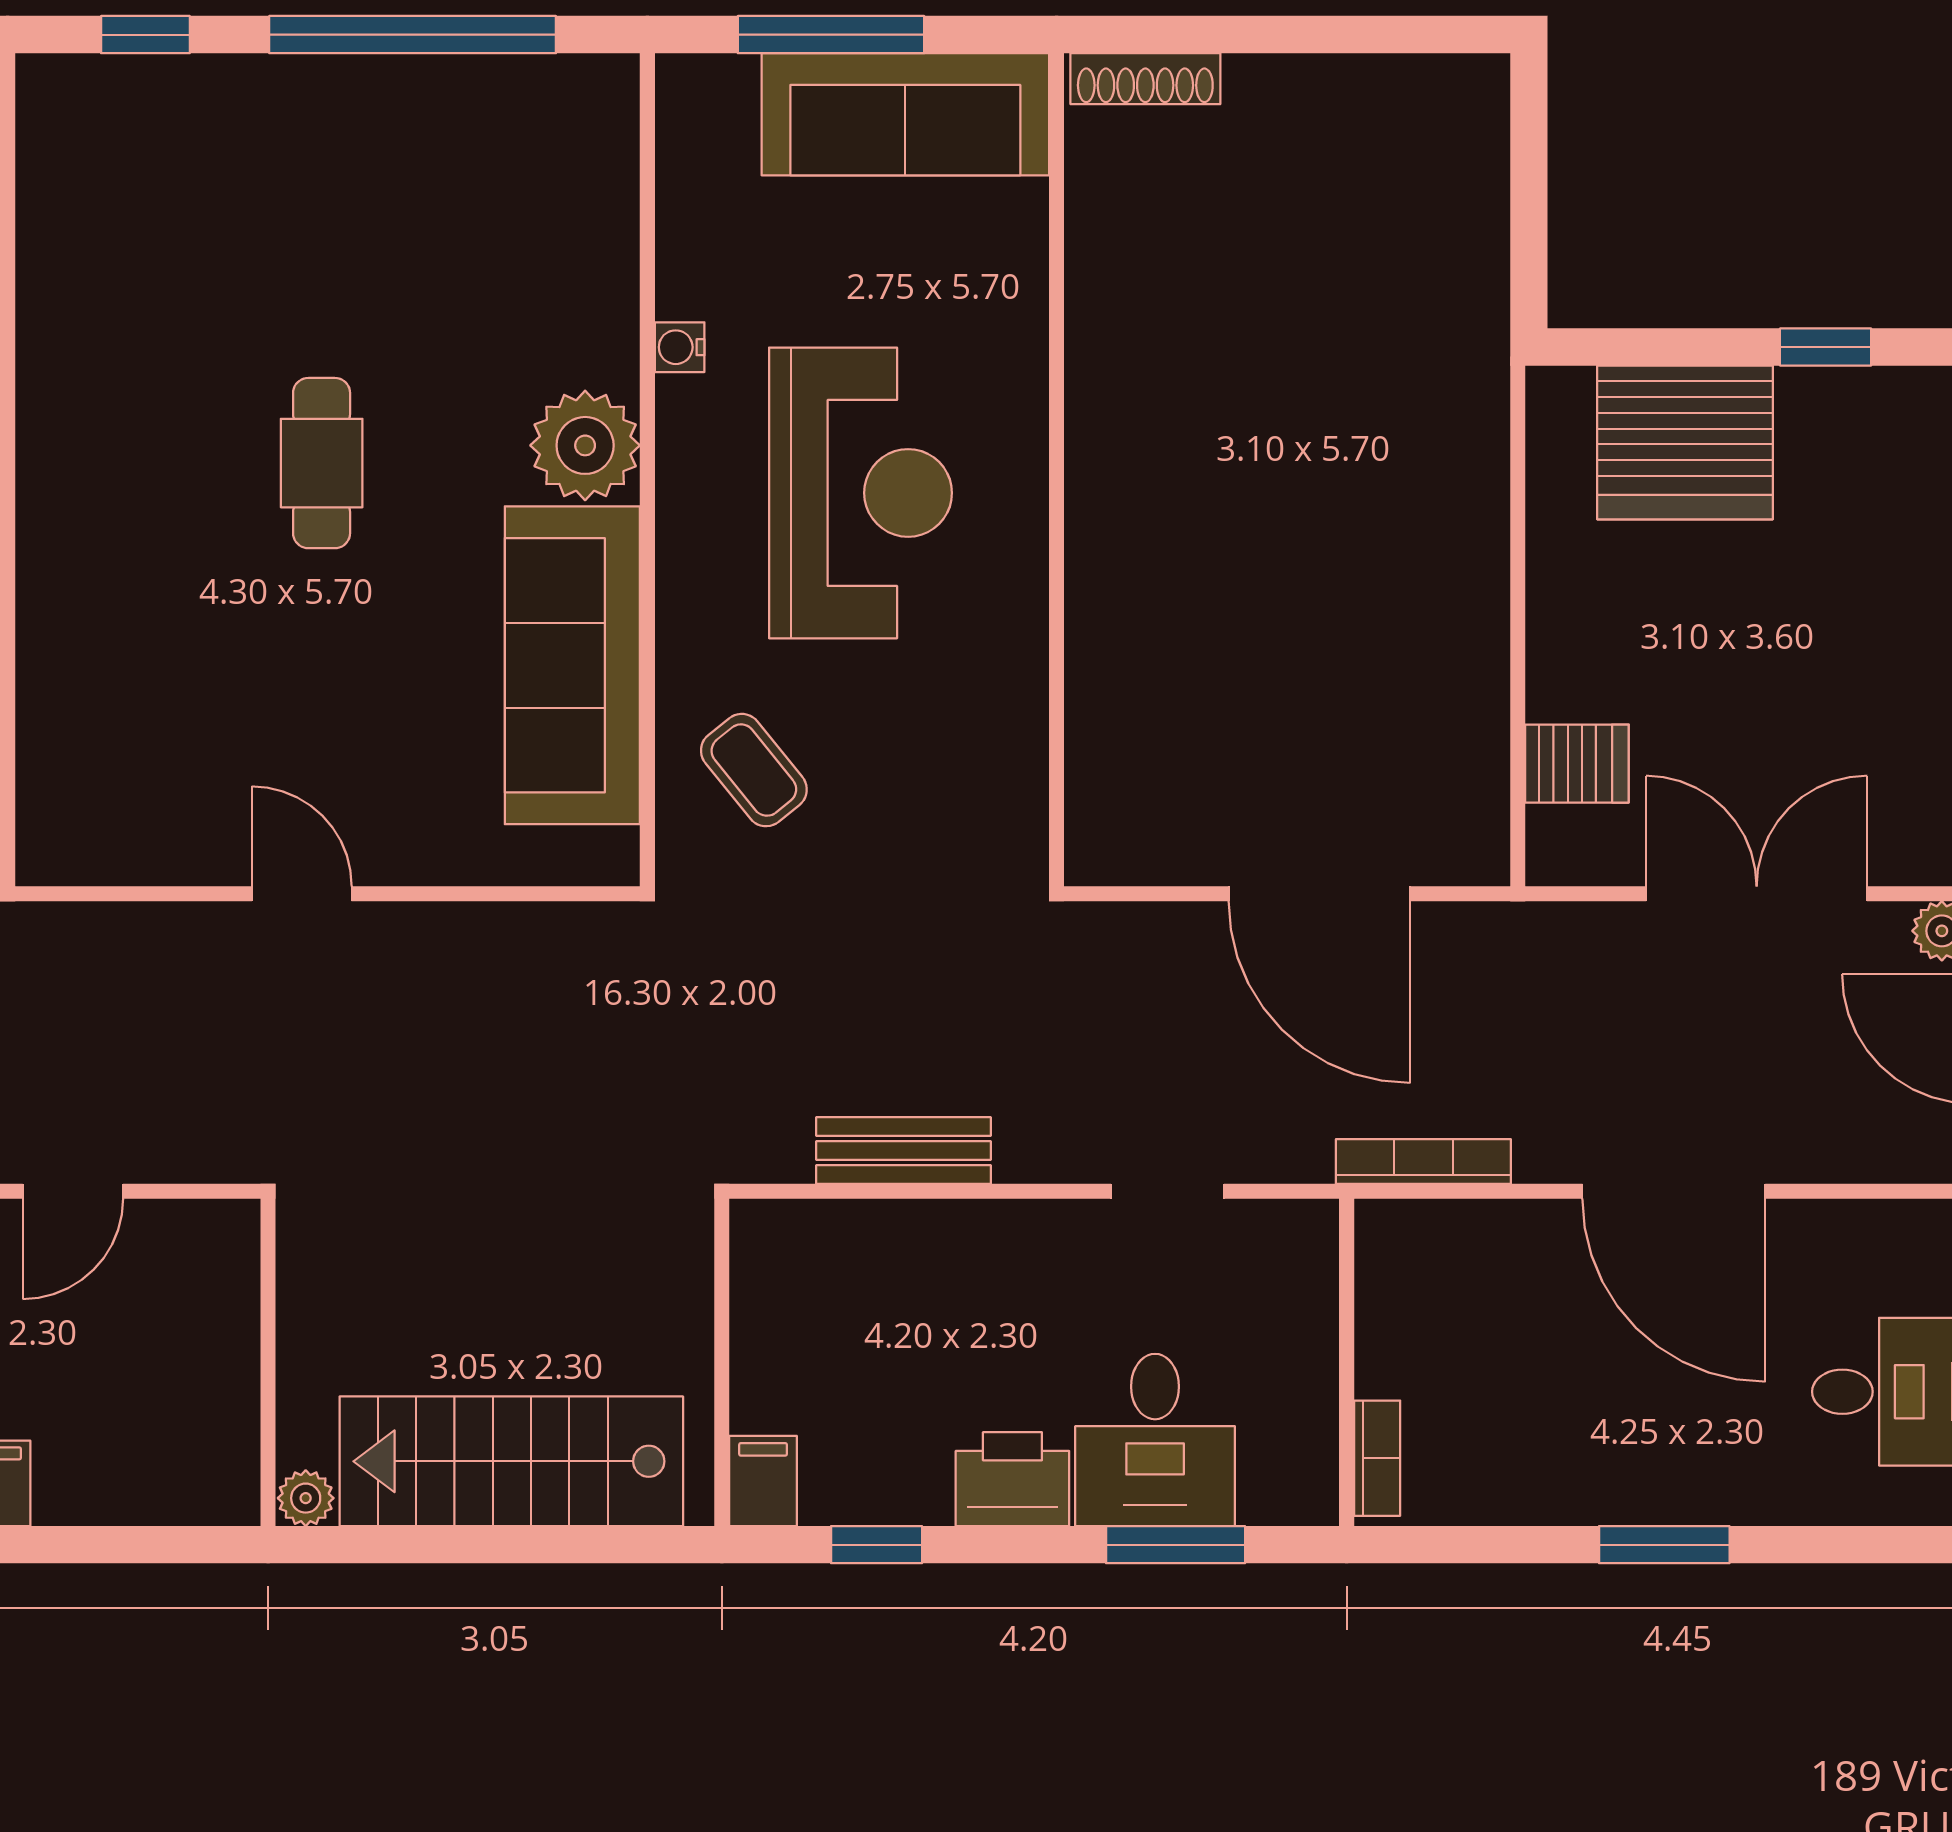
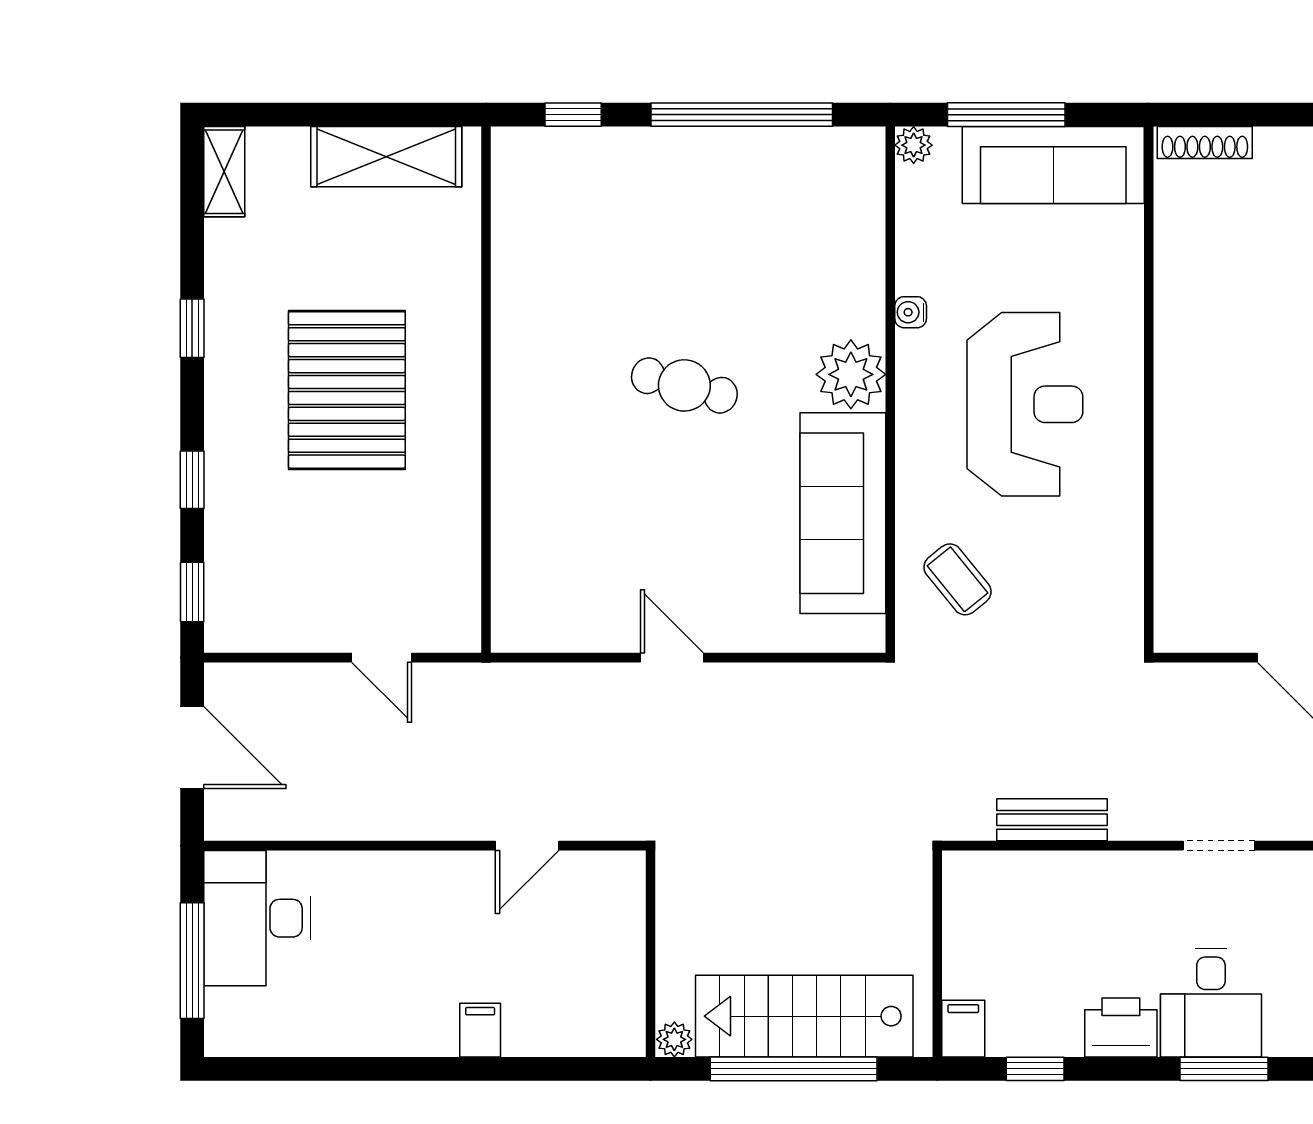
plant: (684, 83) -> (914, 145), added
cafe table: (322, 463) -> (684, 385), turned -75
window: (494, 1545) -> (794, 1069), added

